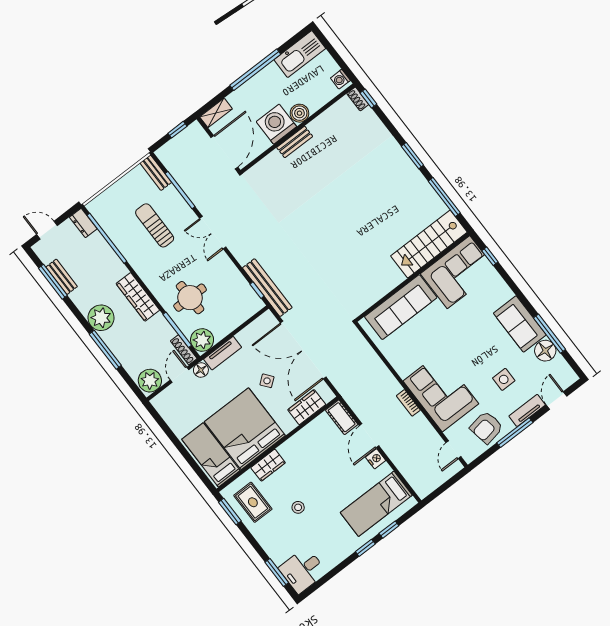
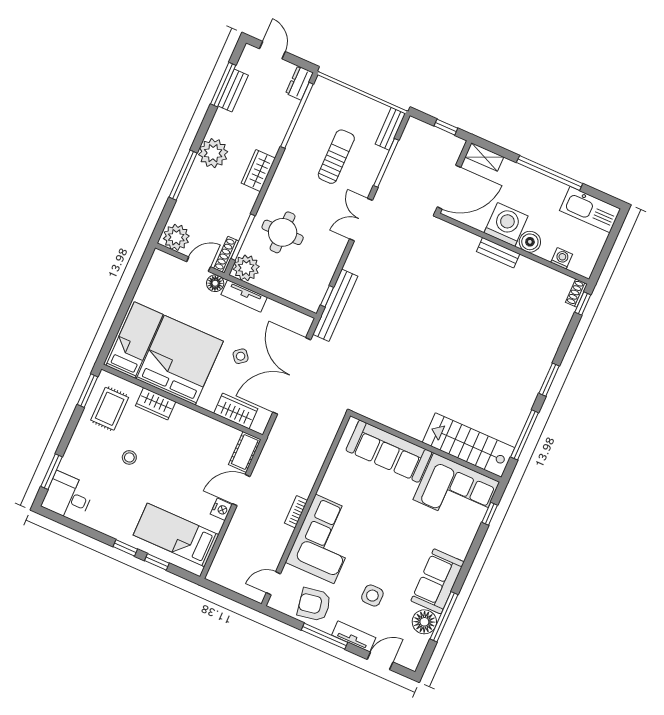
washing machine: (340, 79) -> (562, 258), moved, turned 90
wardrobe: (138, 297) -> (258, 171), width x0.67

